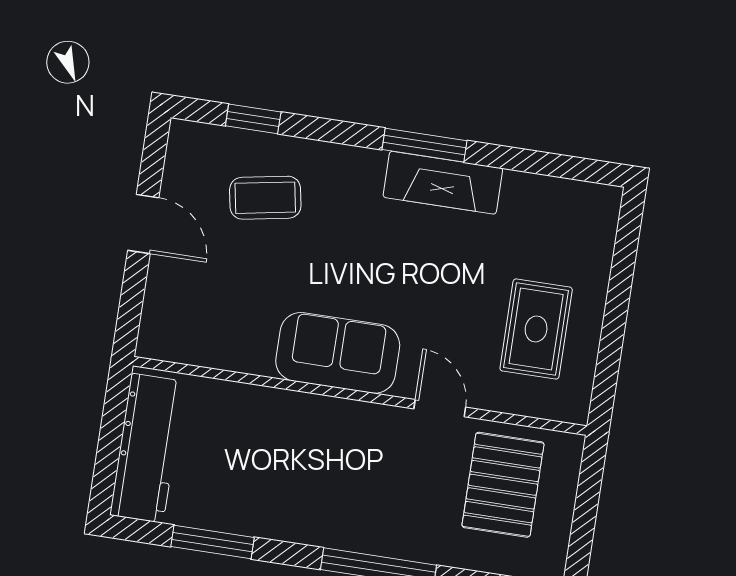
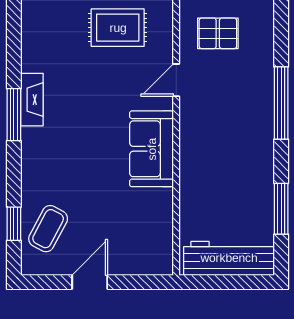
fireplace: (443, 183) -> (32, 100), width x0.73, depth x0.76
coffee table: (265, 198) -> (48, 229), moved, turned 38
pallet: (503, 485) -> (218, 33), width x0.67, depth x0.71

